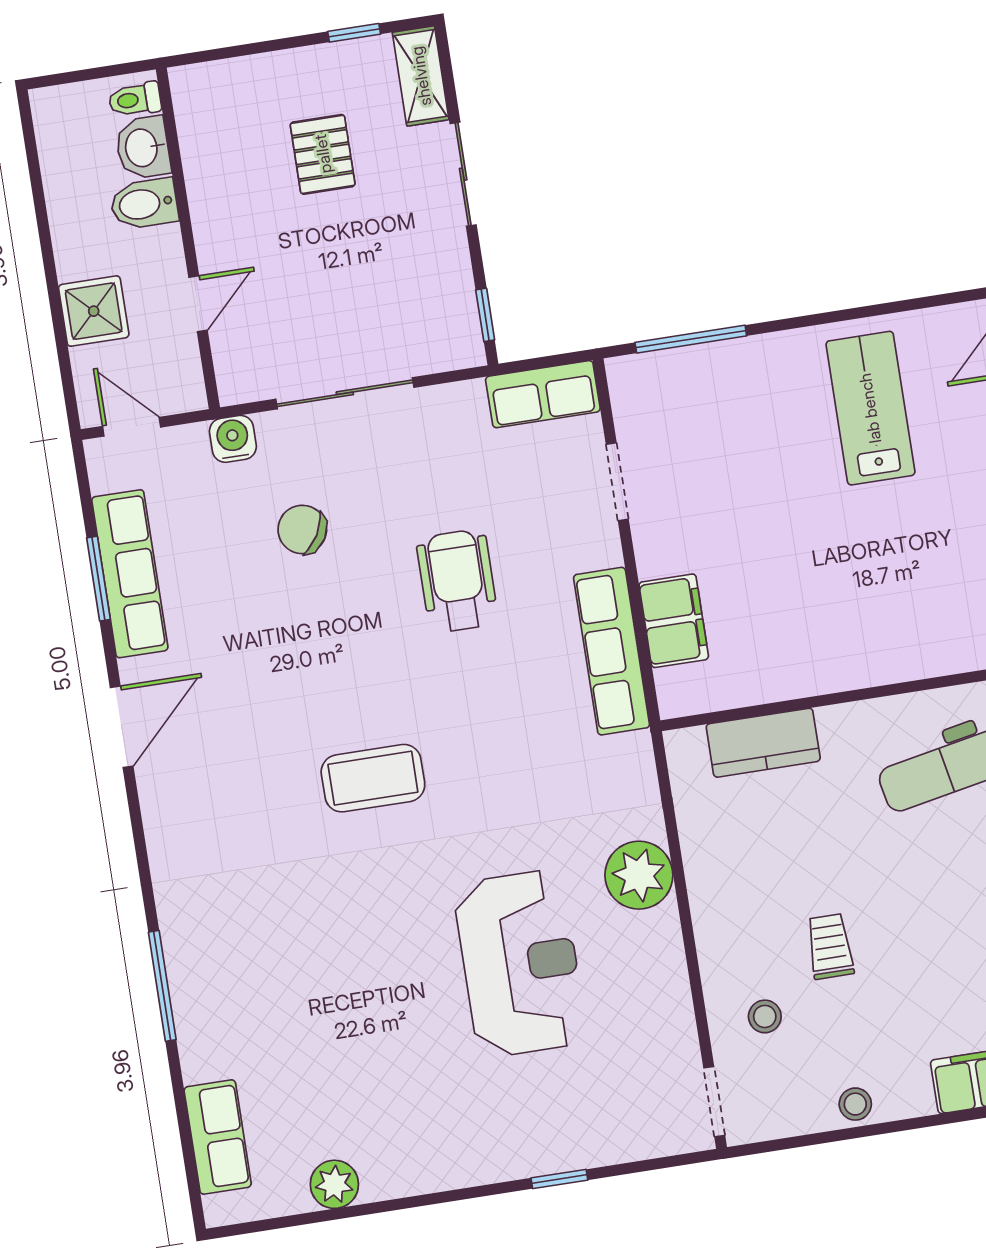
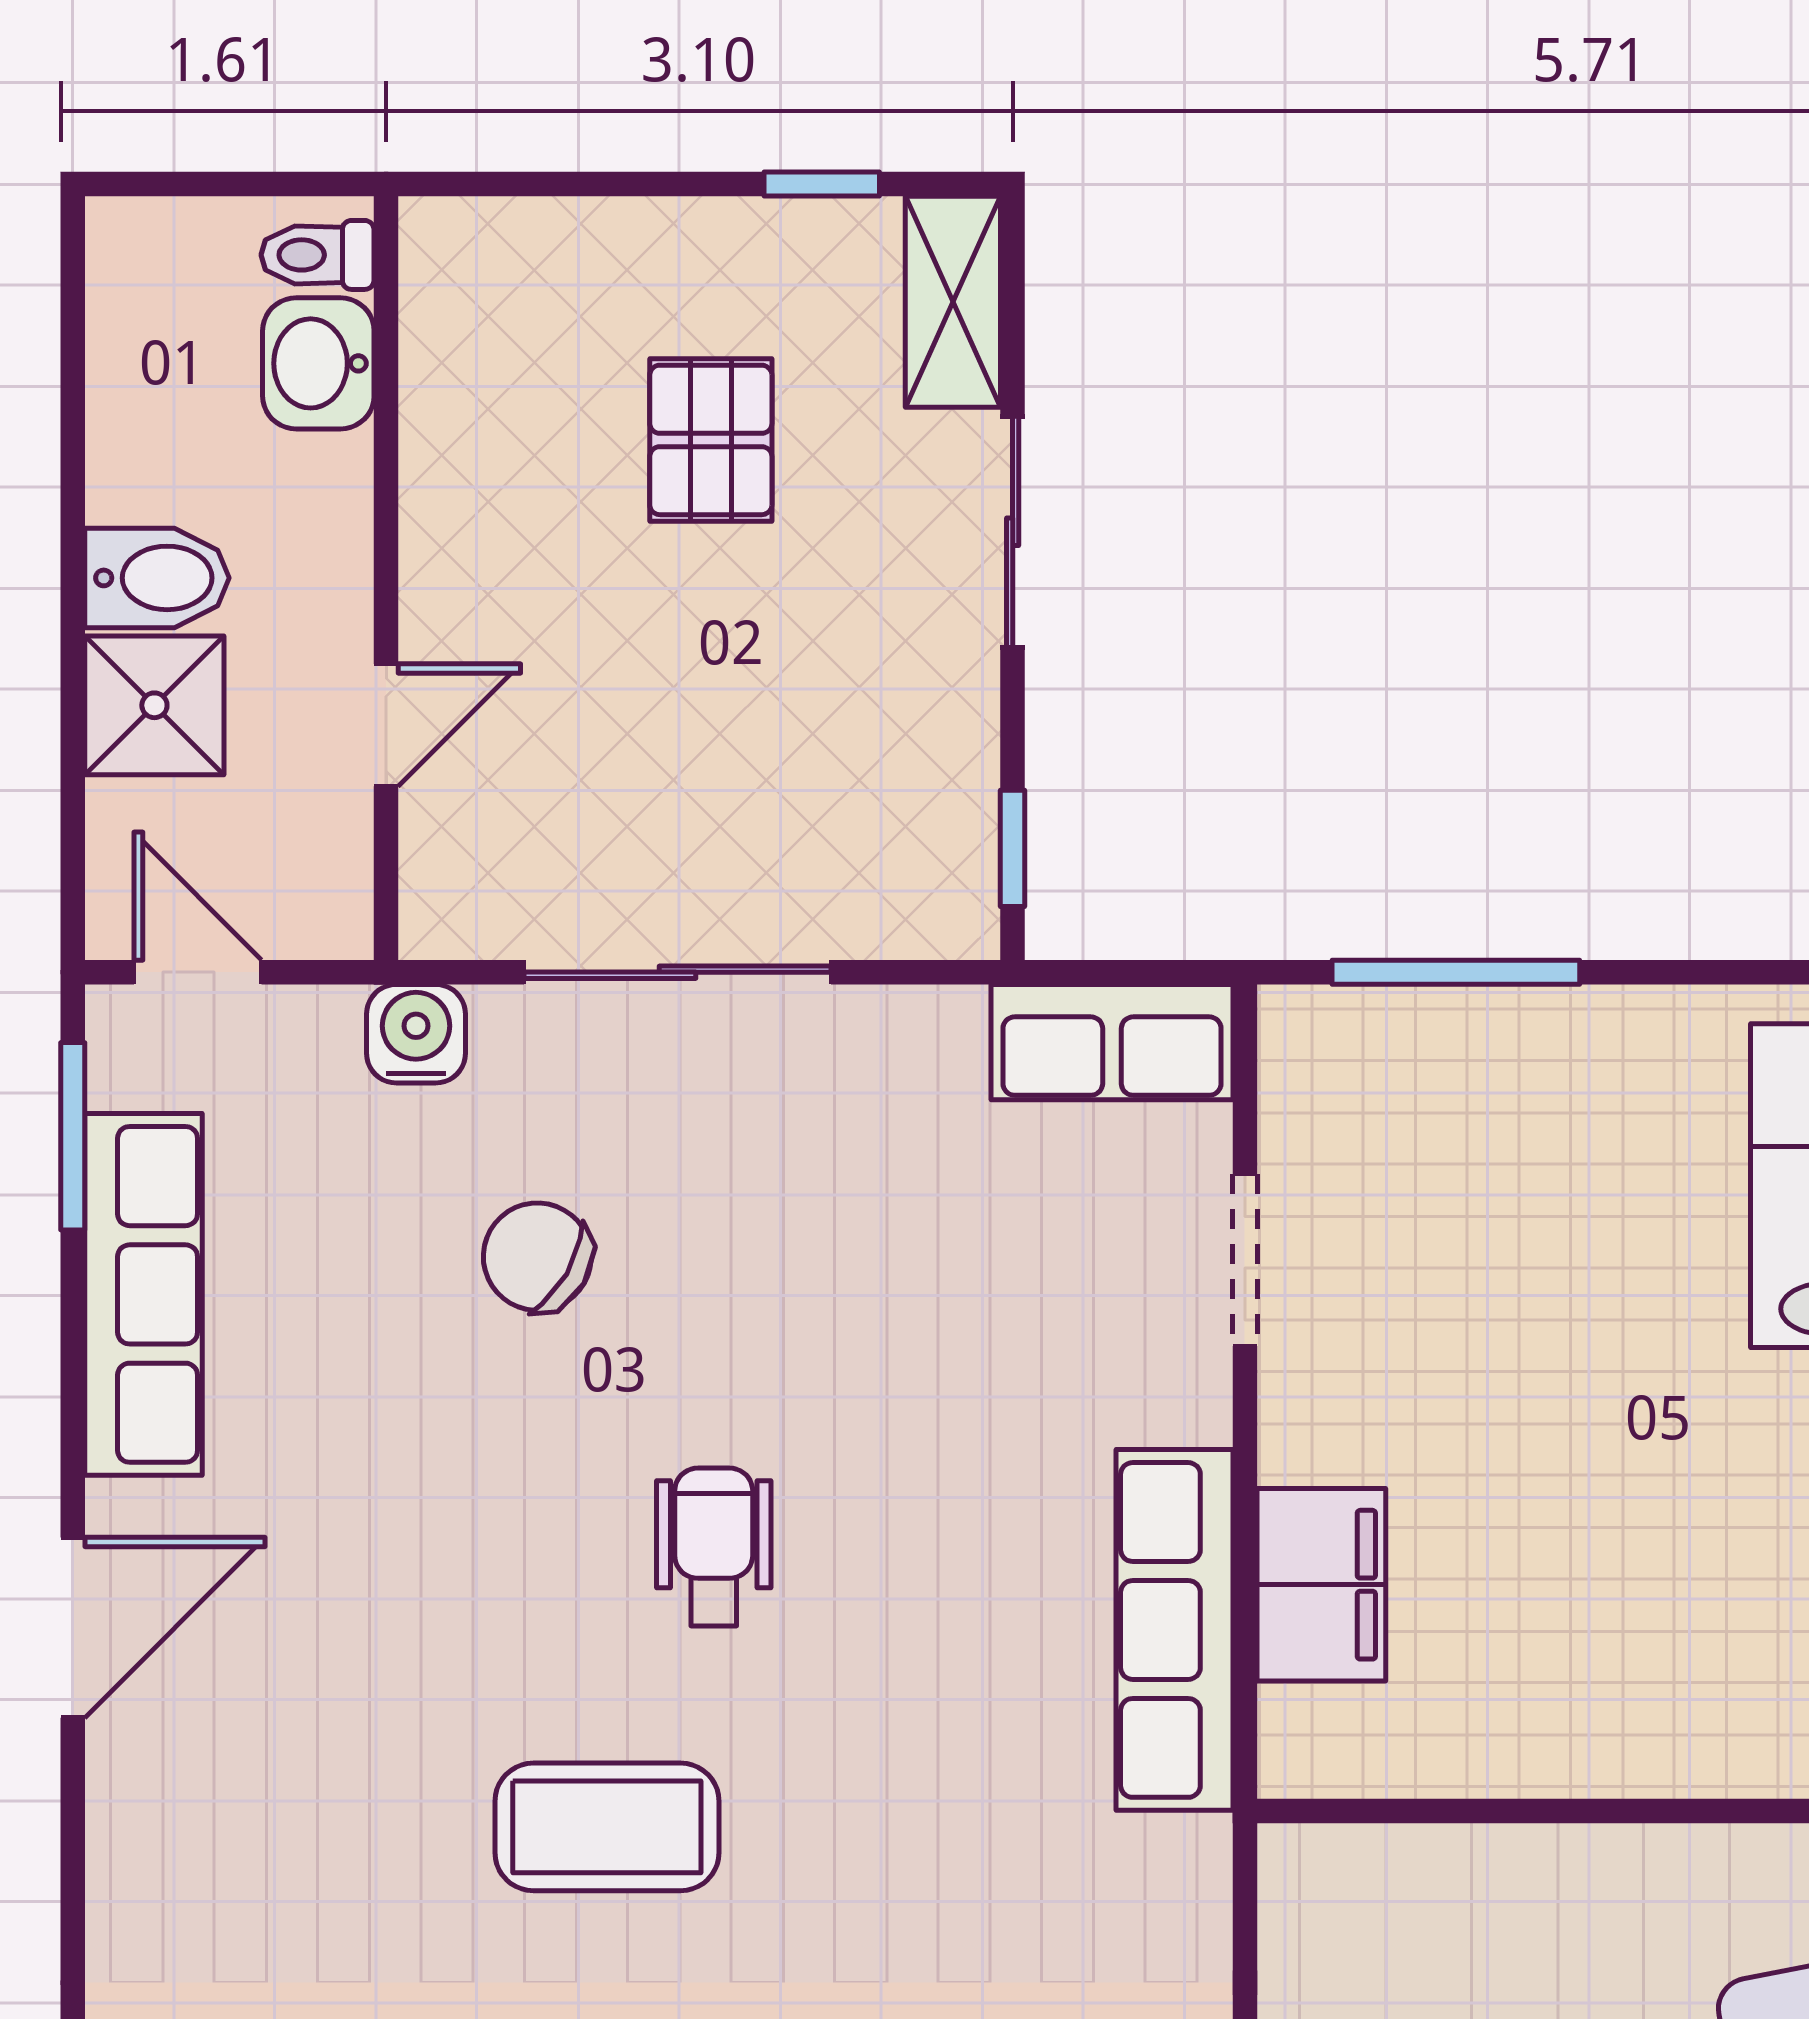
bidet: (144, 204) -> (157, 578), moved, turned 180
window: (98, 579) -> (73, 1136), moved
wheelchair: (457, 581) -> (714, 1547), moved, width x0.73, depth x0.73
kitchen counter: (763, 743) -> (1476, 1883), removed

